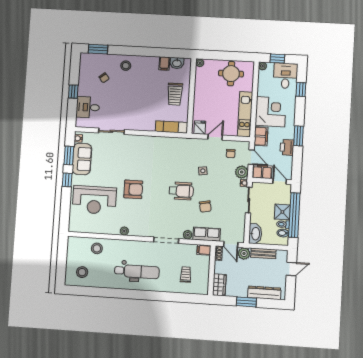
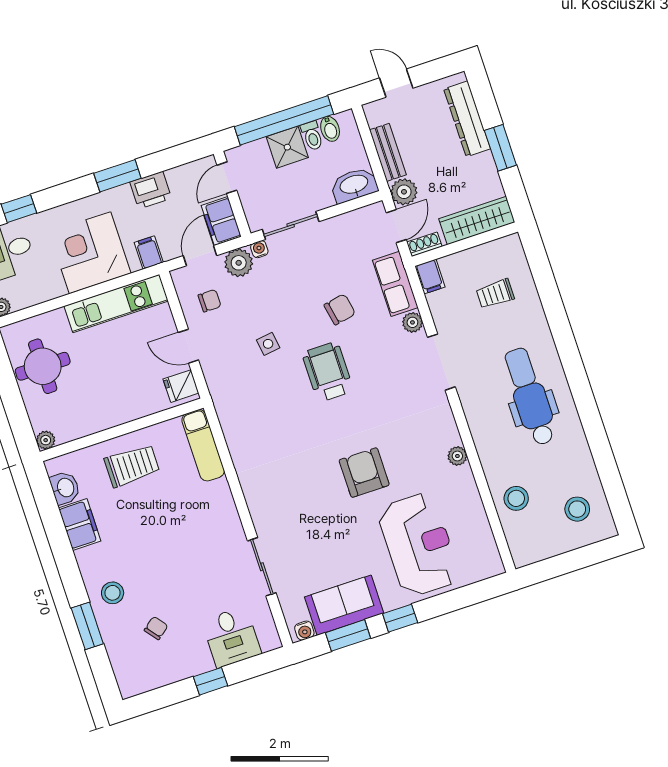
window: (98, 49) -> (87, 626), moved
filing cabinet: (164, 63) -> (80, 524), width x2.00
filing cabinet: (261, 136) -> (149, 253), width x0.50
wardrobe: (219, 285) -> (477, 220), width x1.50

